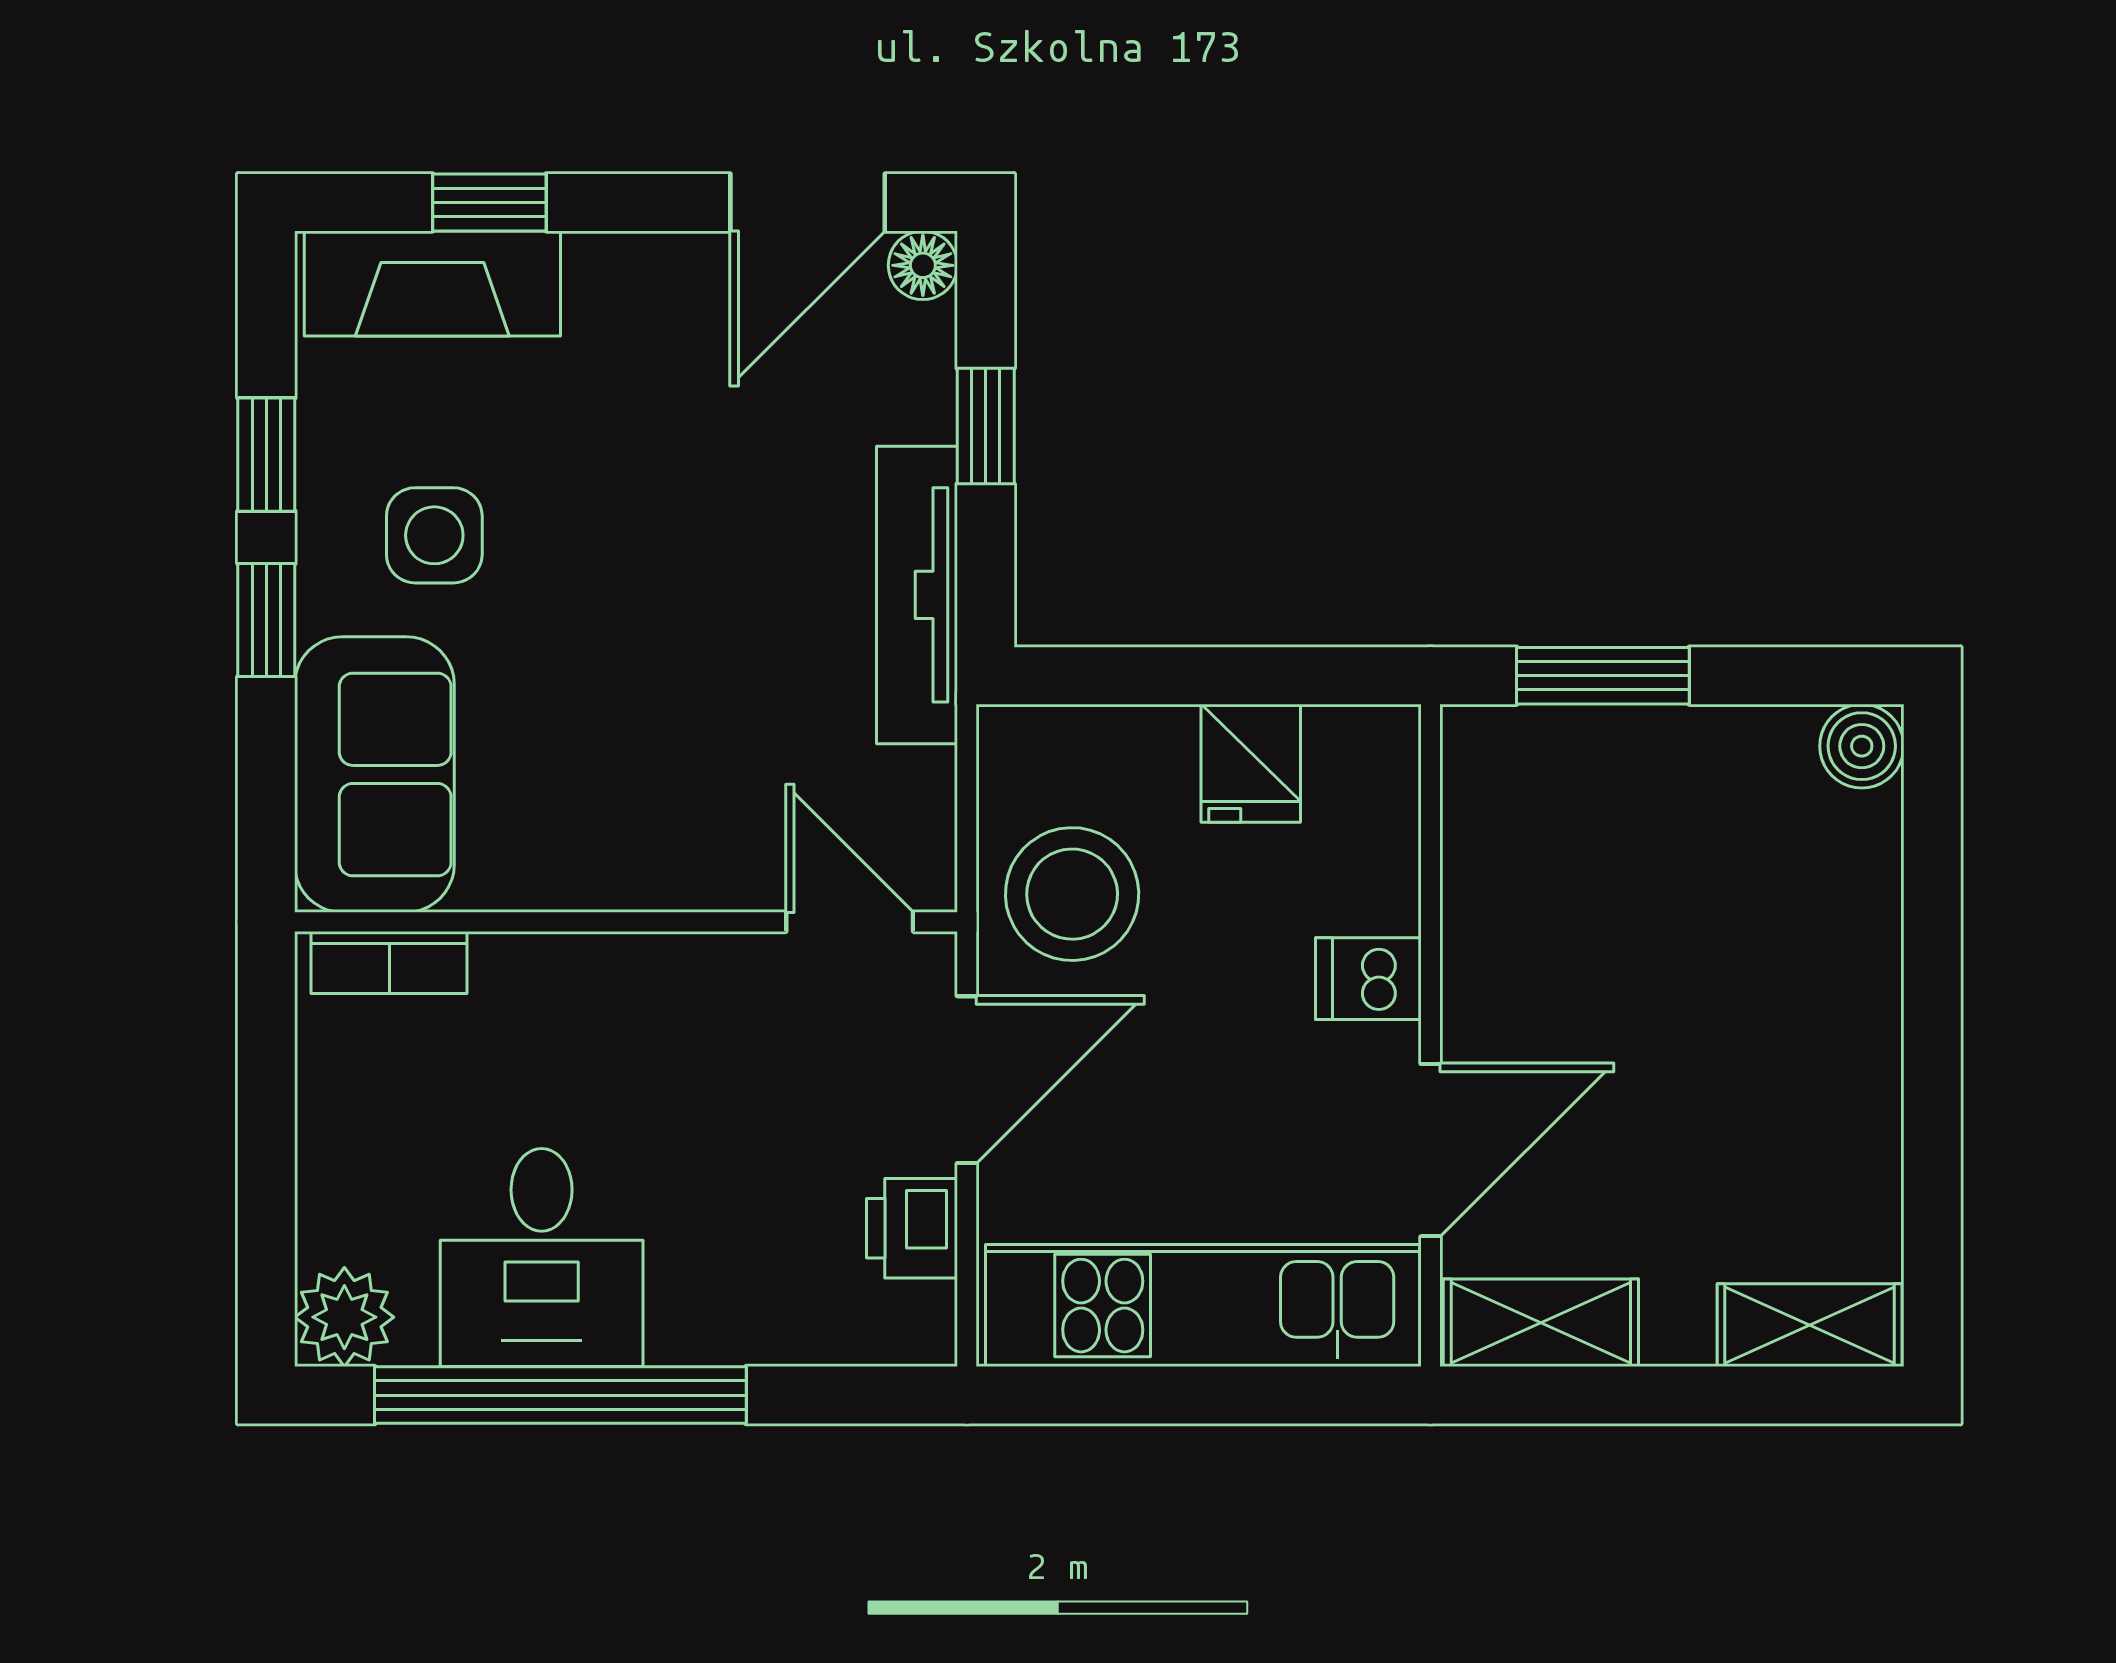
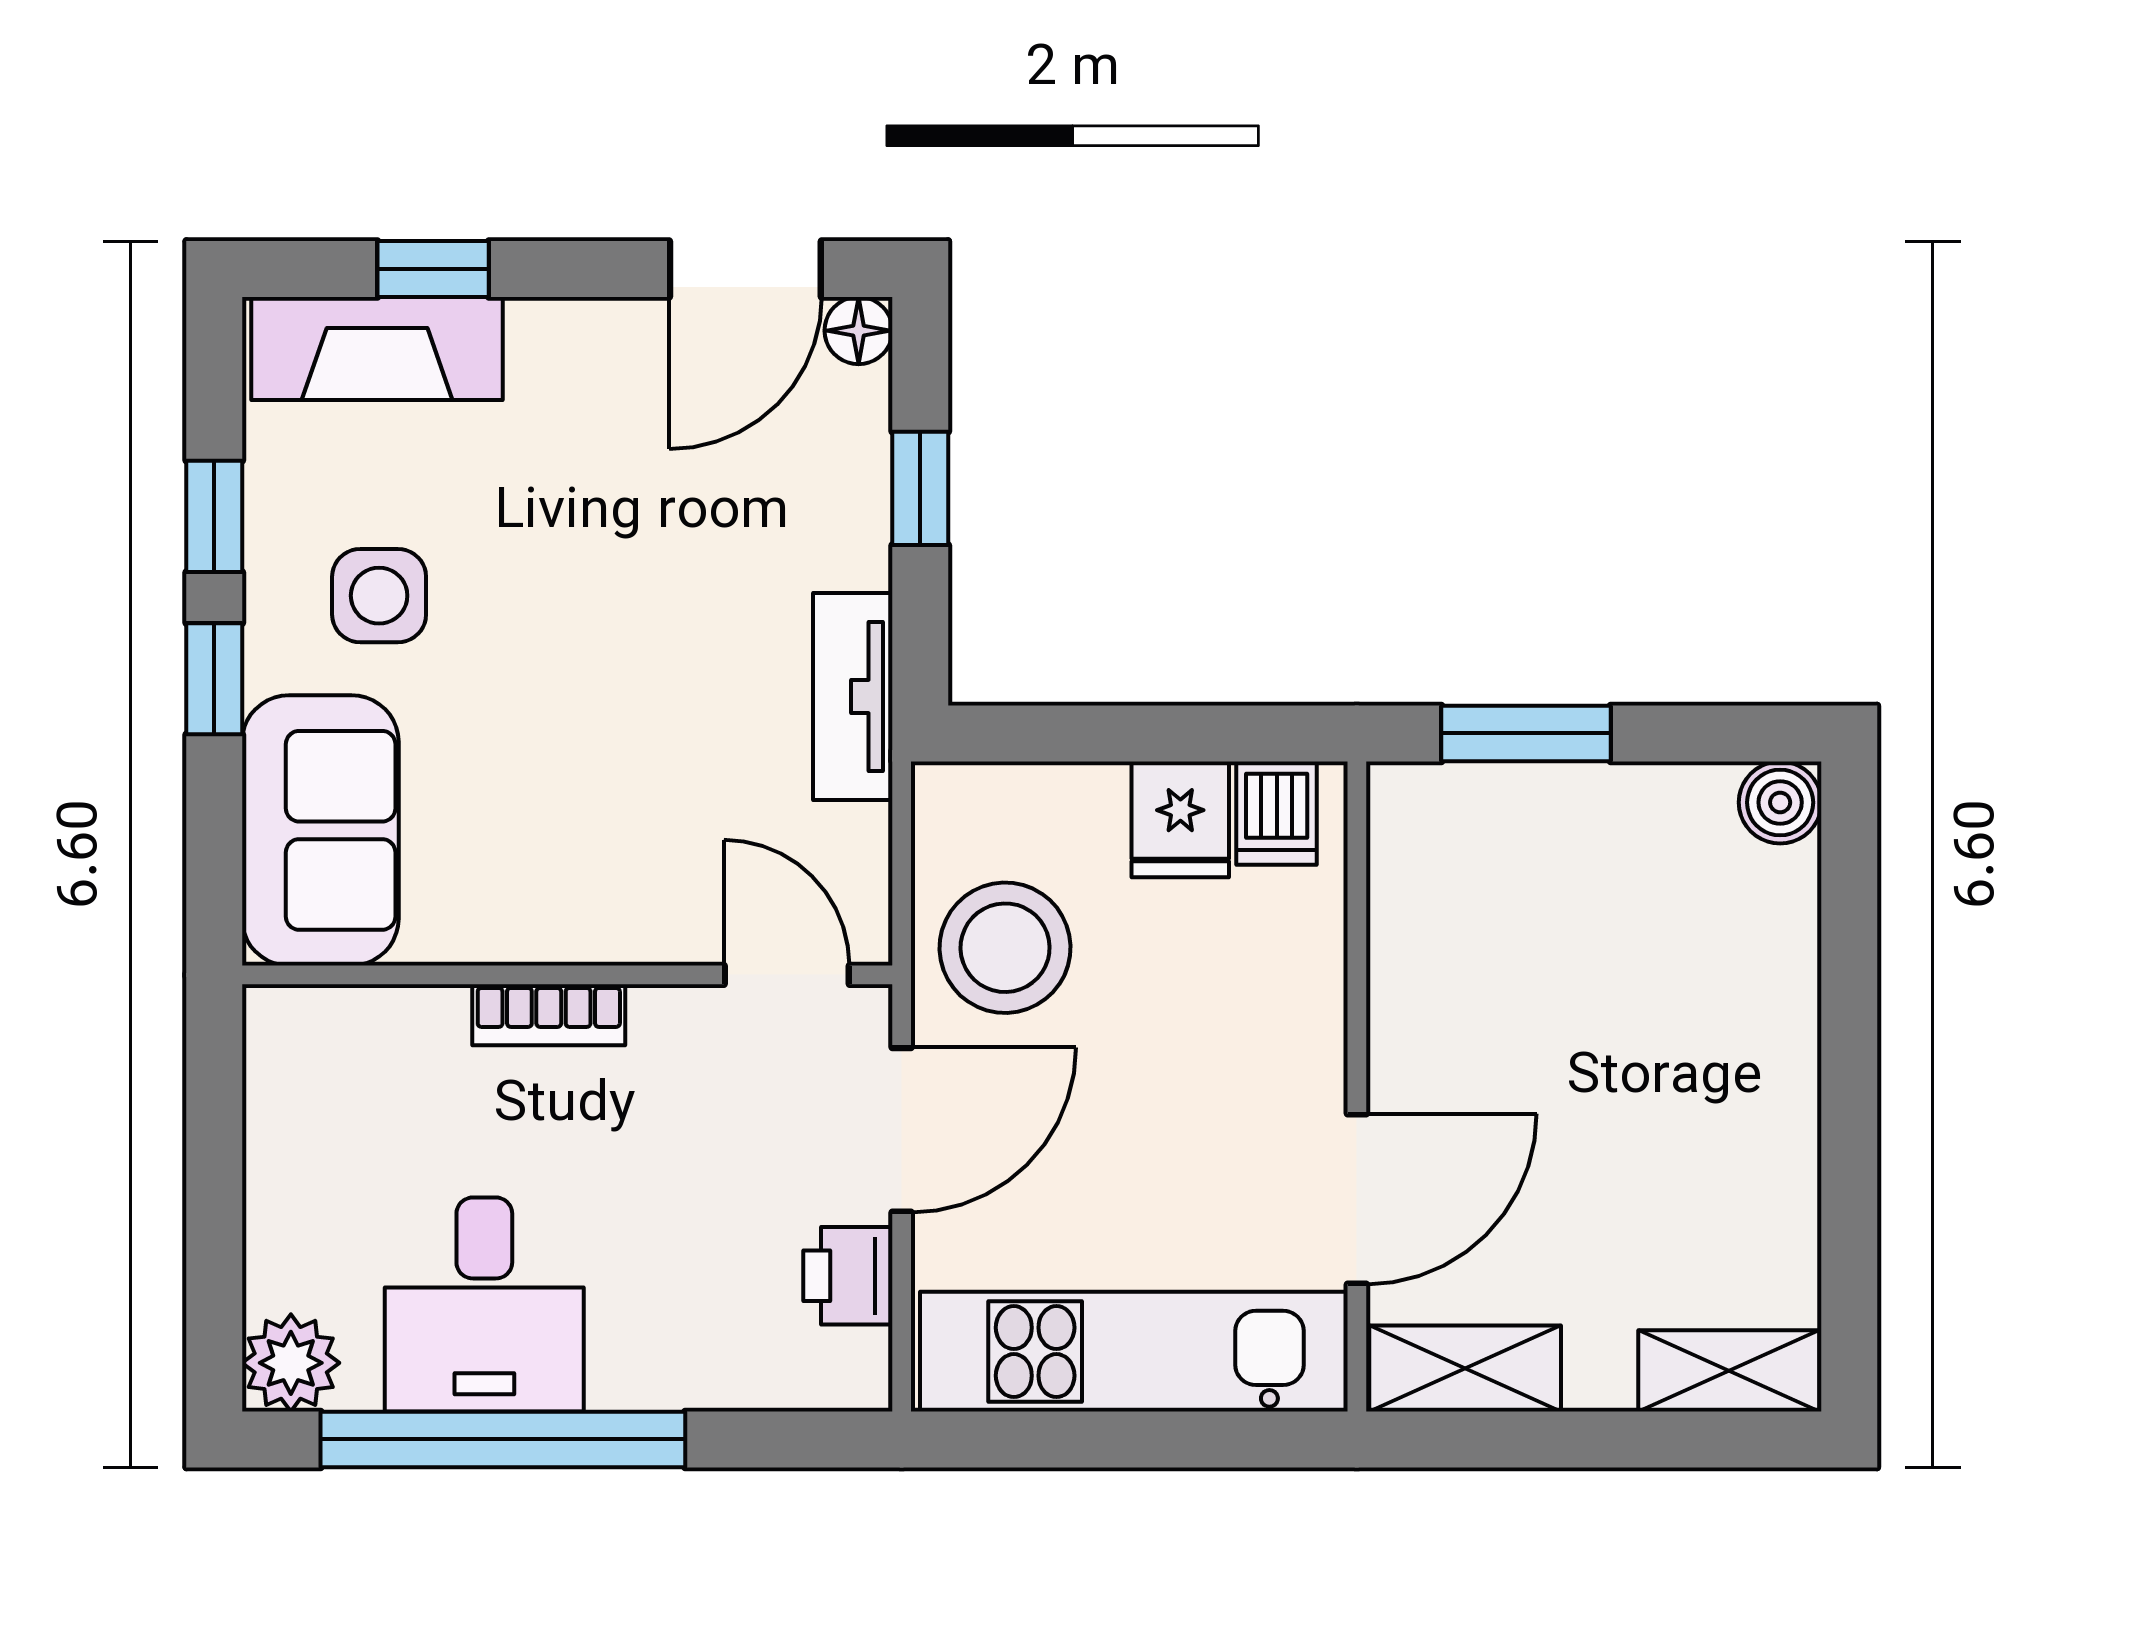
tv unit: (917, 595) -> (853, 697), width x0.71
bookcase: (389, 962) -> (549, 1015), moved
dishwasher: (1368, 979) -> (1277, 813), moved, turned -90

